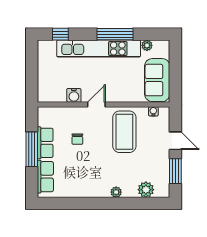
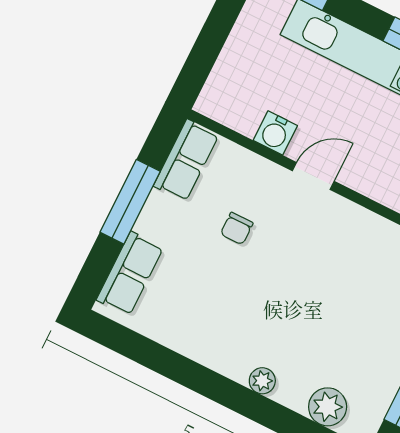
coffee table: (124, 132) -> (343, 263), removed
row of seats: (45, 143) -> (186, 160), moved

